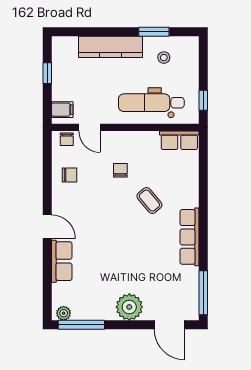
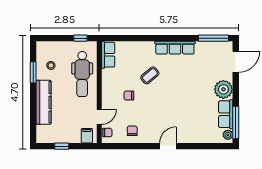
row of seats: (62, 261) -> (226, 114), moved, turned -90

